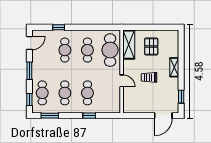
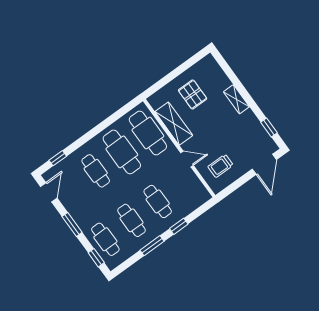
window: (59, 27) -> (58, 158), moved
shelving: (129, 45) -> (174, 124), moved
cafe table: (87, 50) -> (122, 152), width x1.37, depth x1.35
trolley: (149, 77) -> (221, 166), moved
window: (50, 116) -> (152, 246), moved

